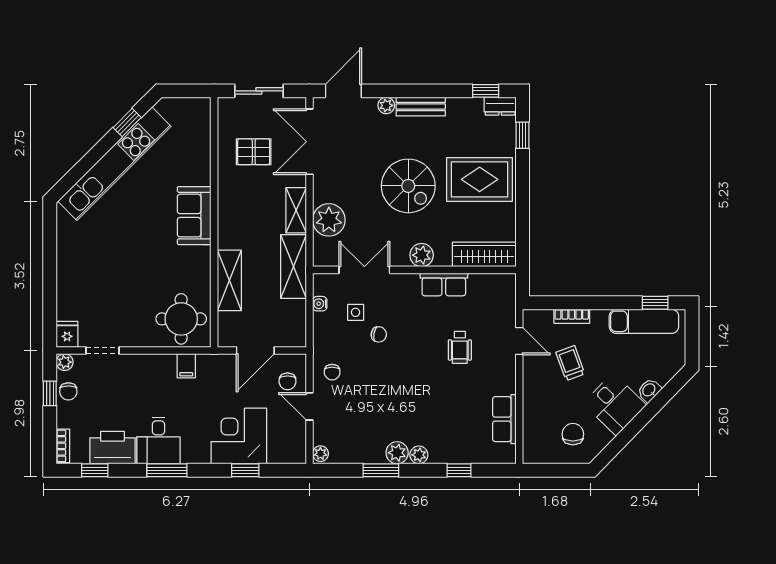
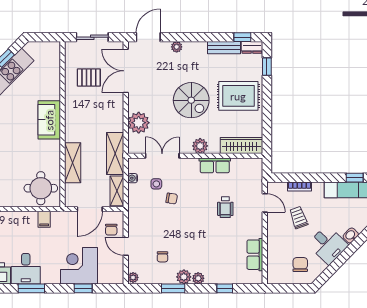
bench: (421, 107) -> (224, 48), moved
shelving: (296, 210) -> (117, 191), moved
chair: (332, 372) -> (162, 257), moved

